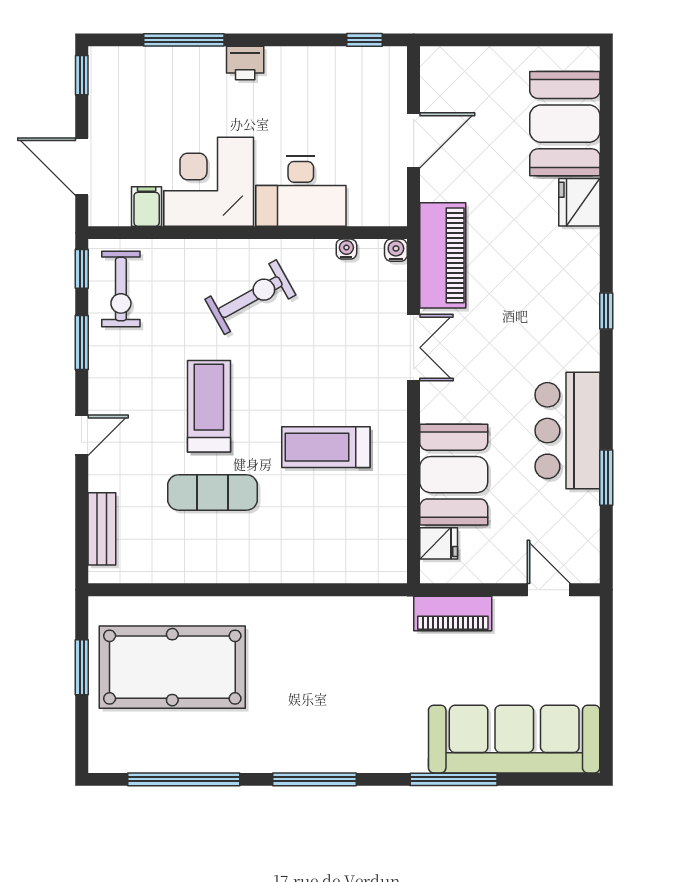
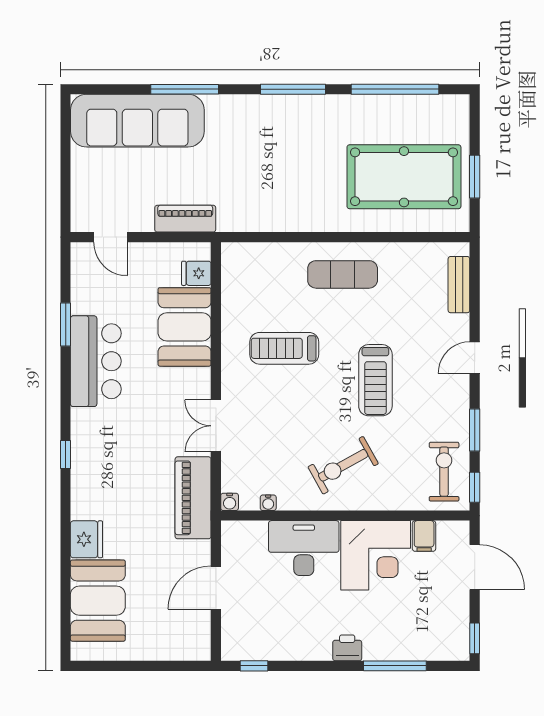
treadmill: (326, 447) -> (284, 348), turned 180
exercise mat: (213, 492) -> (343, 274), moved

